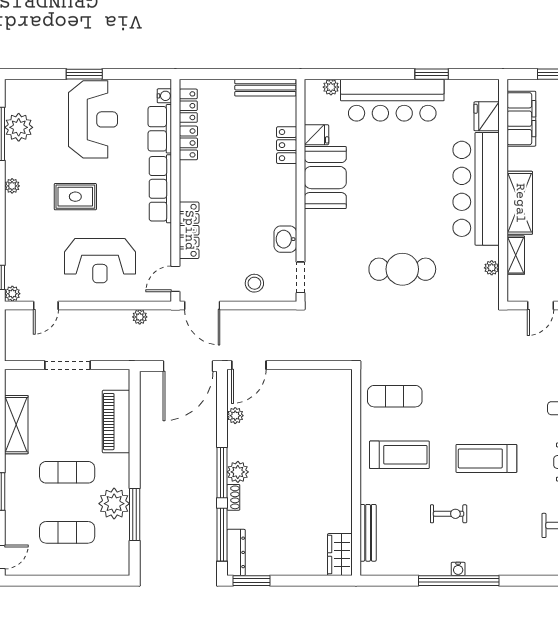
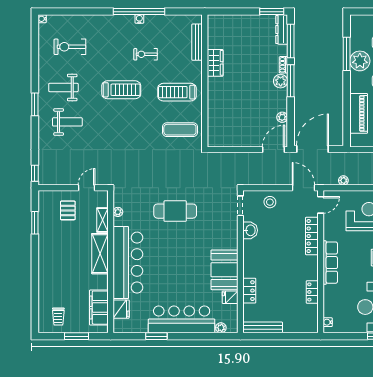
locker: (188, 106) -> (312, 316), removed
row of seats: (160, 129) -> (331, 301), removed
wardrobe: (340, 555) -> (215, 63), moved

